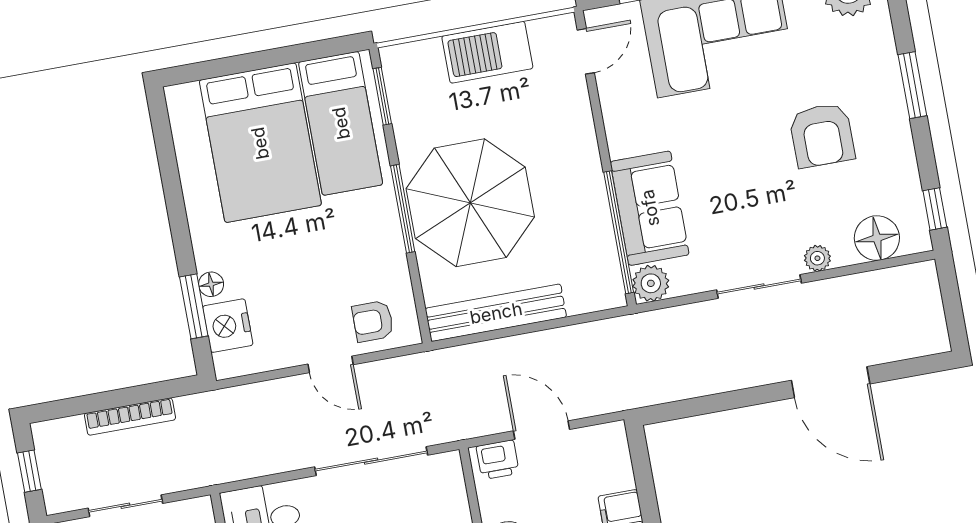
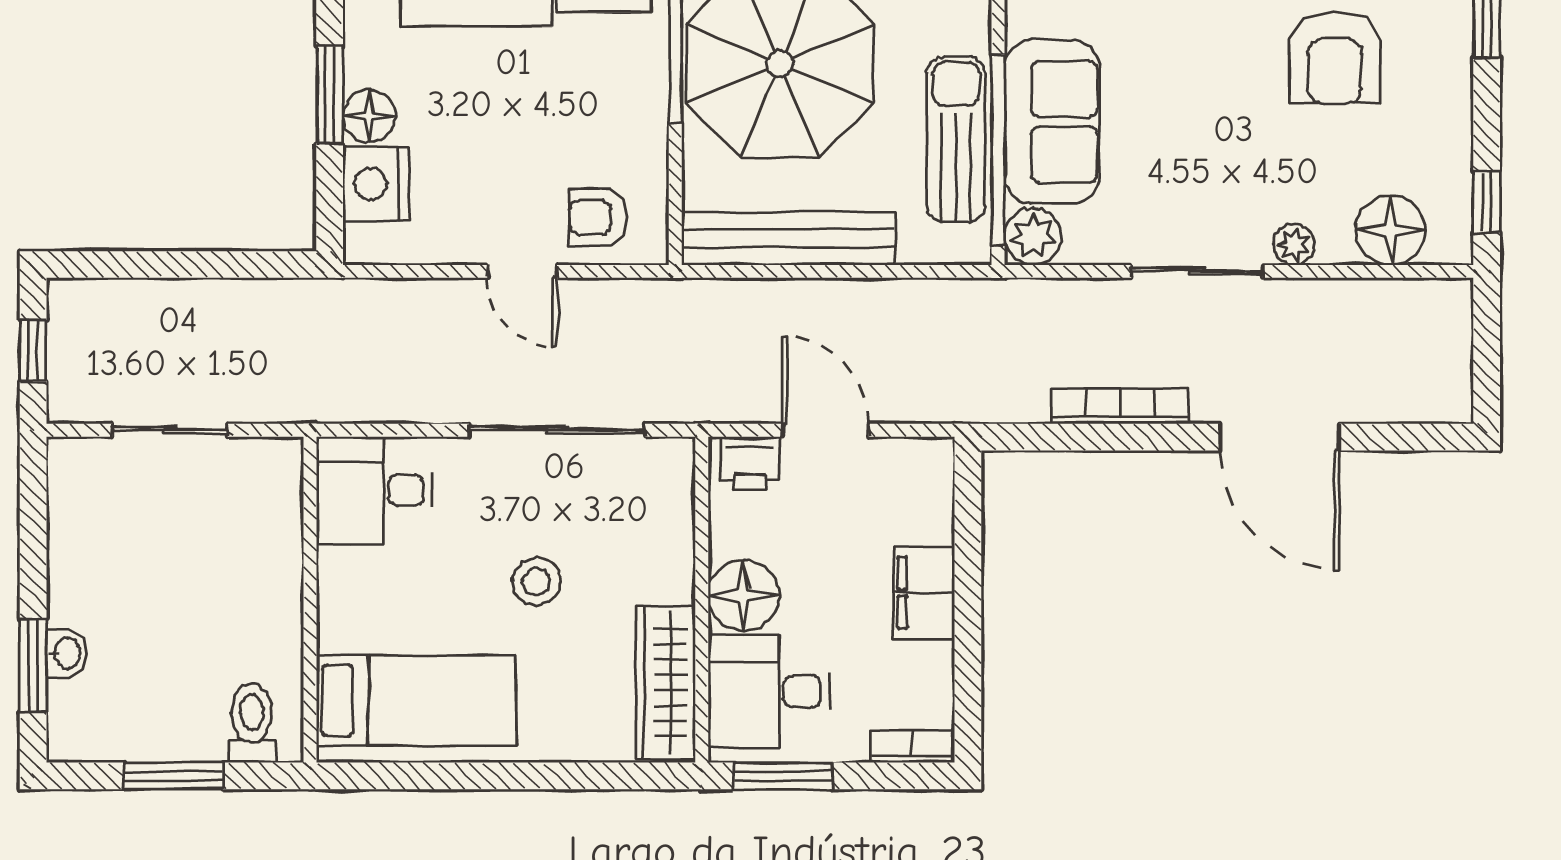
sun lounger: (591, 230) -> (956, 139), added
floor lamp: (211, 284) -> (369, 116), width x1.37, depth x1.37
window: (194, 306) -> (330, 95), moved
bookcase: (130, 417) -> (1120, 406), moved, turned 180

